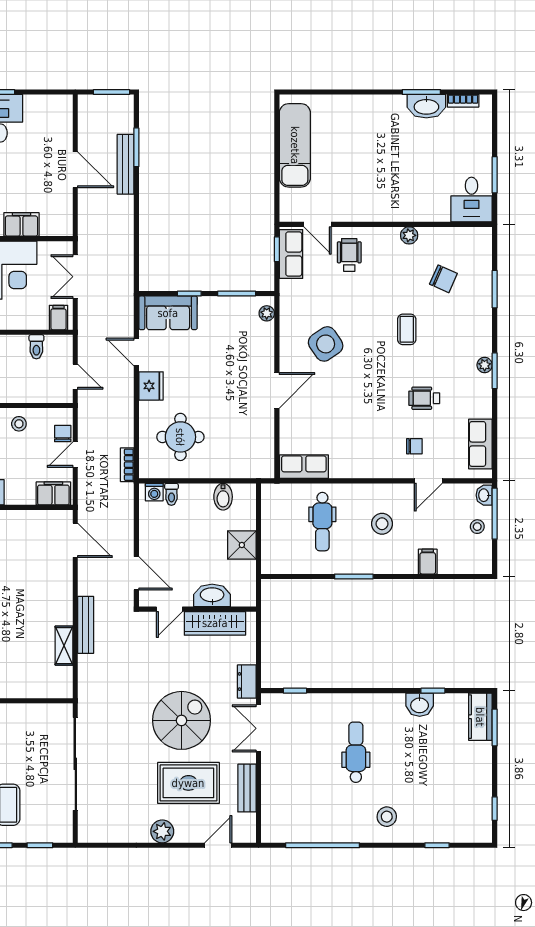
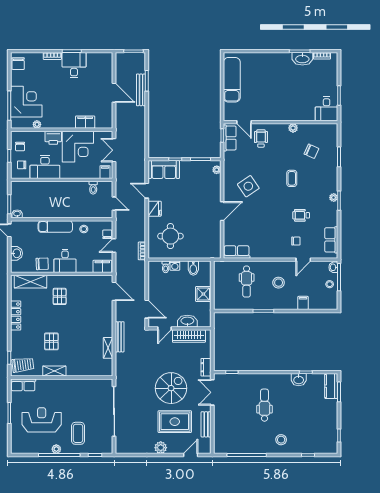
washing machine: (154, 492) -> (175, 266), moved

